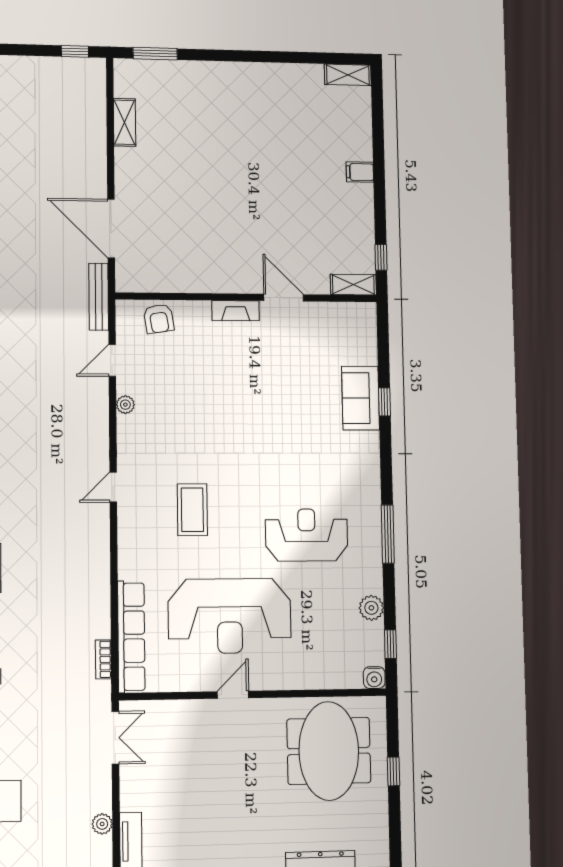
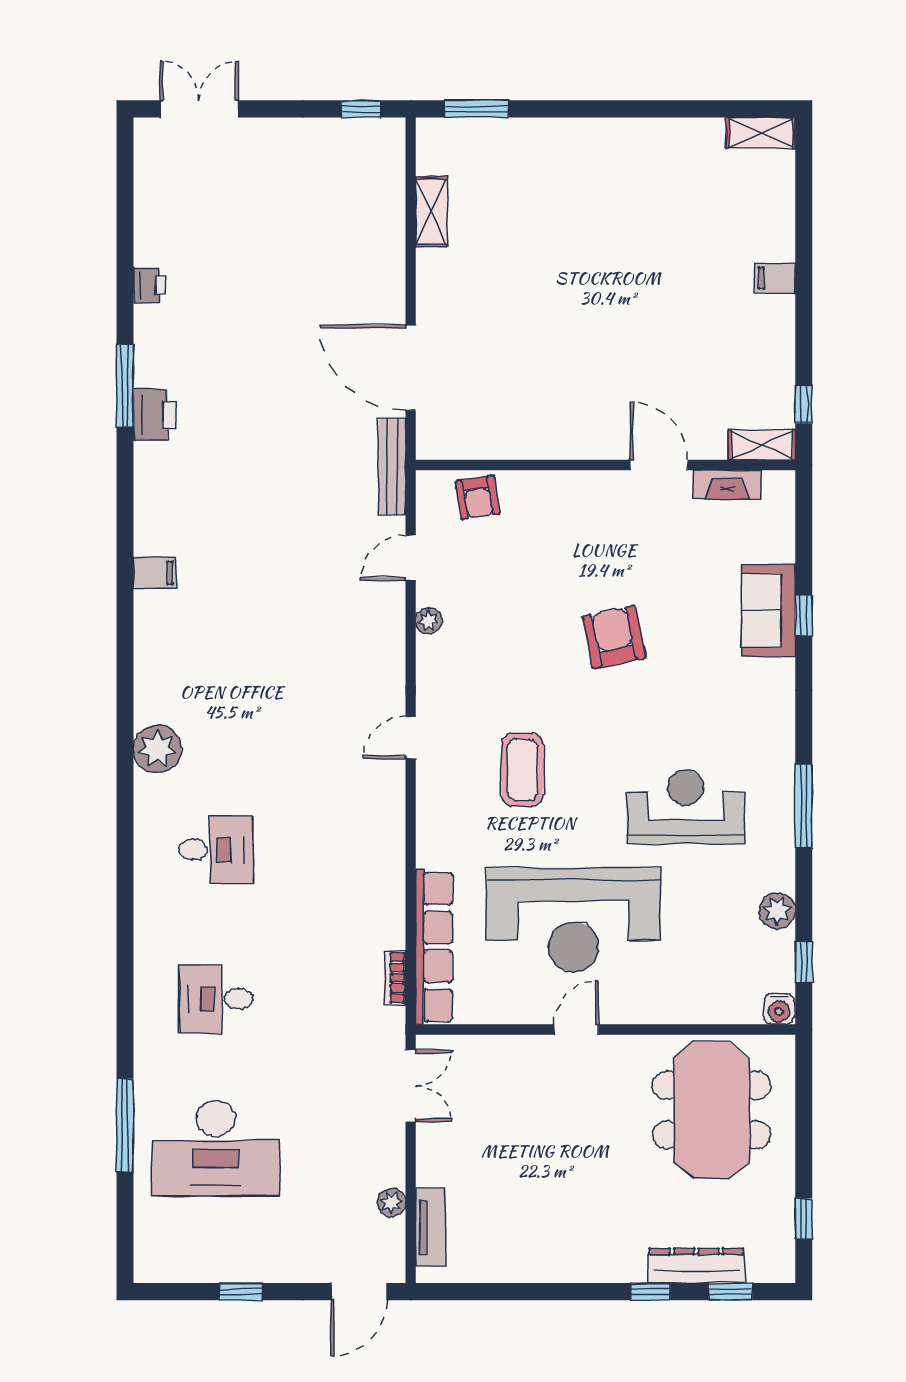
fireplace: (235, 311) -> (727, 485), moved
armchair: (255, 416) -> (614, 637), added
window: (394, 771) -> (804, 1219), moved

